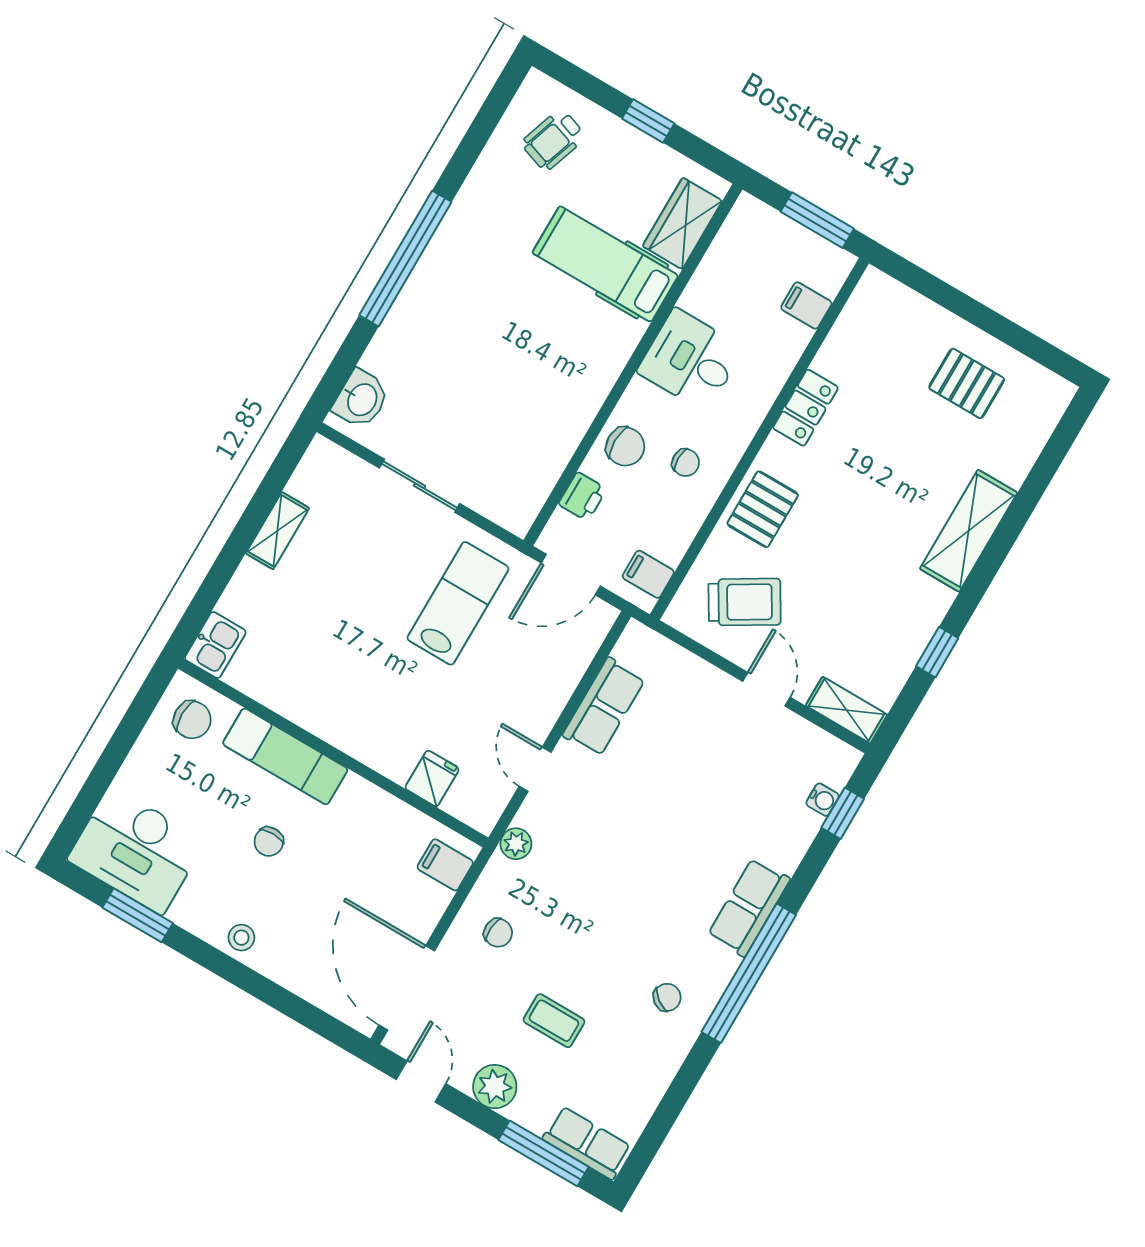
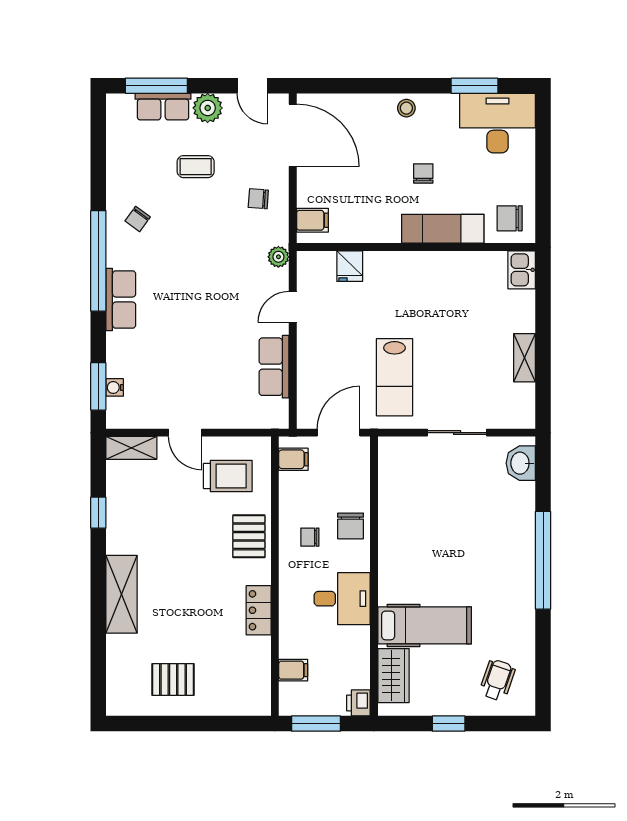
chair: (625, 447) -> (351, 526), turned -90
printer: (582, 496) -> (358, 703), moved
trolley: (745, 602) -> (228, 476), turned -149
door: (535, 769) -> (293, 307), swing flipped
window: (843, 813) -> (98, 386), width x1.50
row of seats: (587, 1143) -> (163, 107), moved

